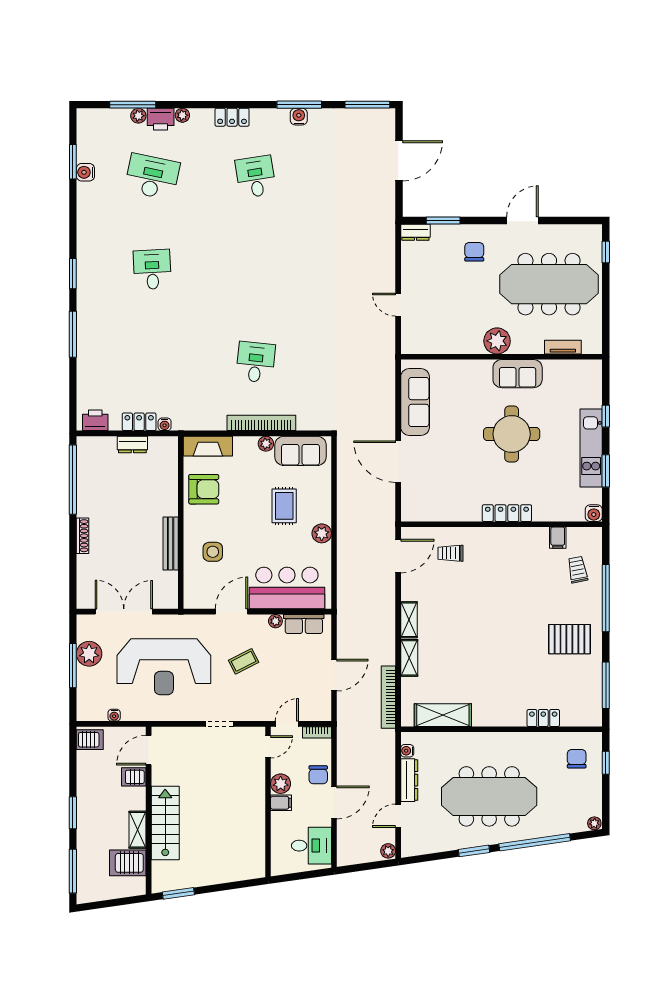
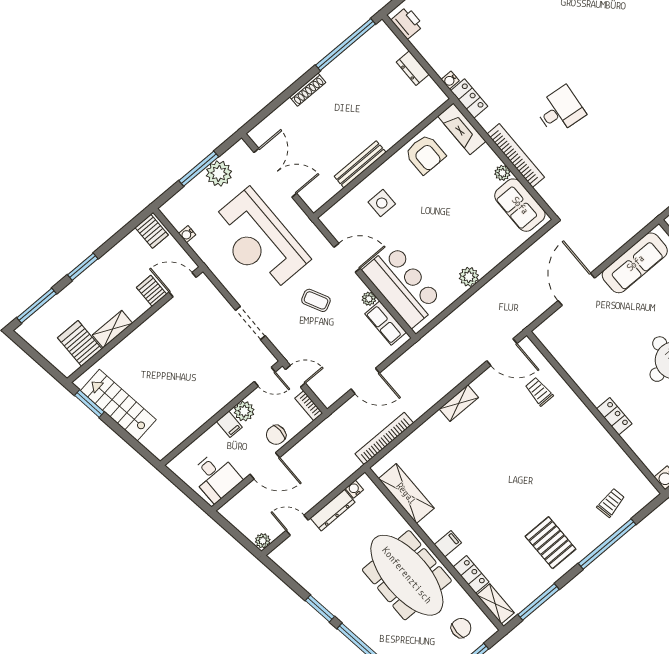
locker: (139, 422) -> (469, 99), moved
rug: (284, 506) -> (466, 229), removed
locker: (507, 513) -> (614, 416), width x0.66
filing cabinet: (558, 538) -> (448, 544), moved, turned 180
shelving: (409, 658) -> (495, 604), moved, turned 90
doorway: (219, 724) -> (250, 323), width x1.38
meeting table: (489, 796) -> (407, 575), moved
stairs: (165, 823) -> (118, 405), moved, turned -98

